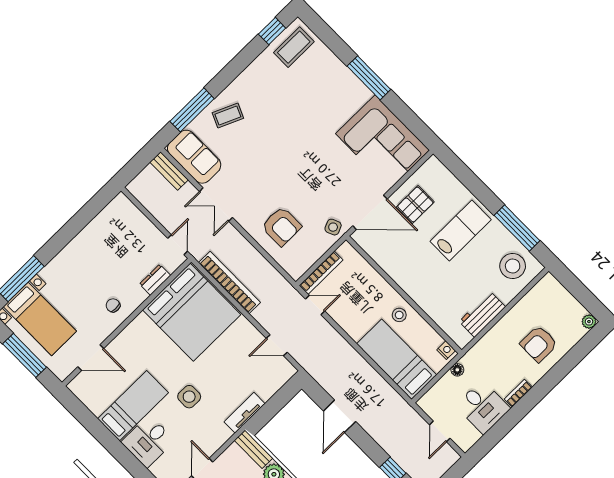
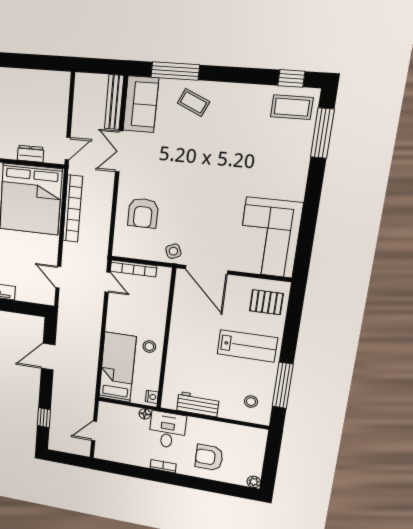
window: (369, 78) -> (322, 133), moved
bench: (169, 171) -> (114, 102), width x1.36
pallet: (415, 204) -> (266, 302), moved
stool: (513, 266) -> (251, 402), width x0.53, depth x0.53
desk: (483, 407) -> (167, 430), moved, turned 180

